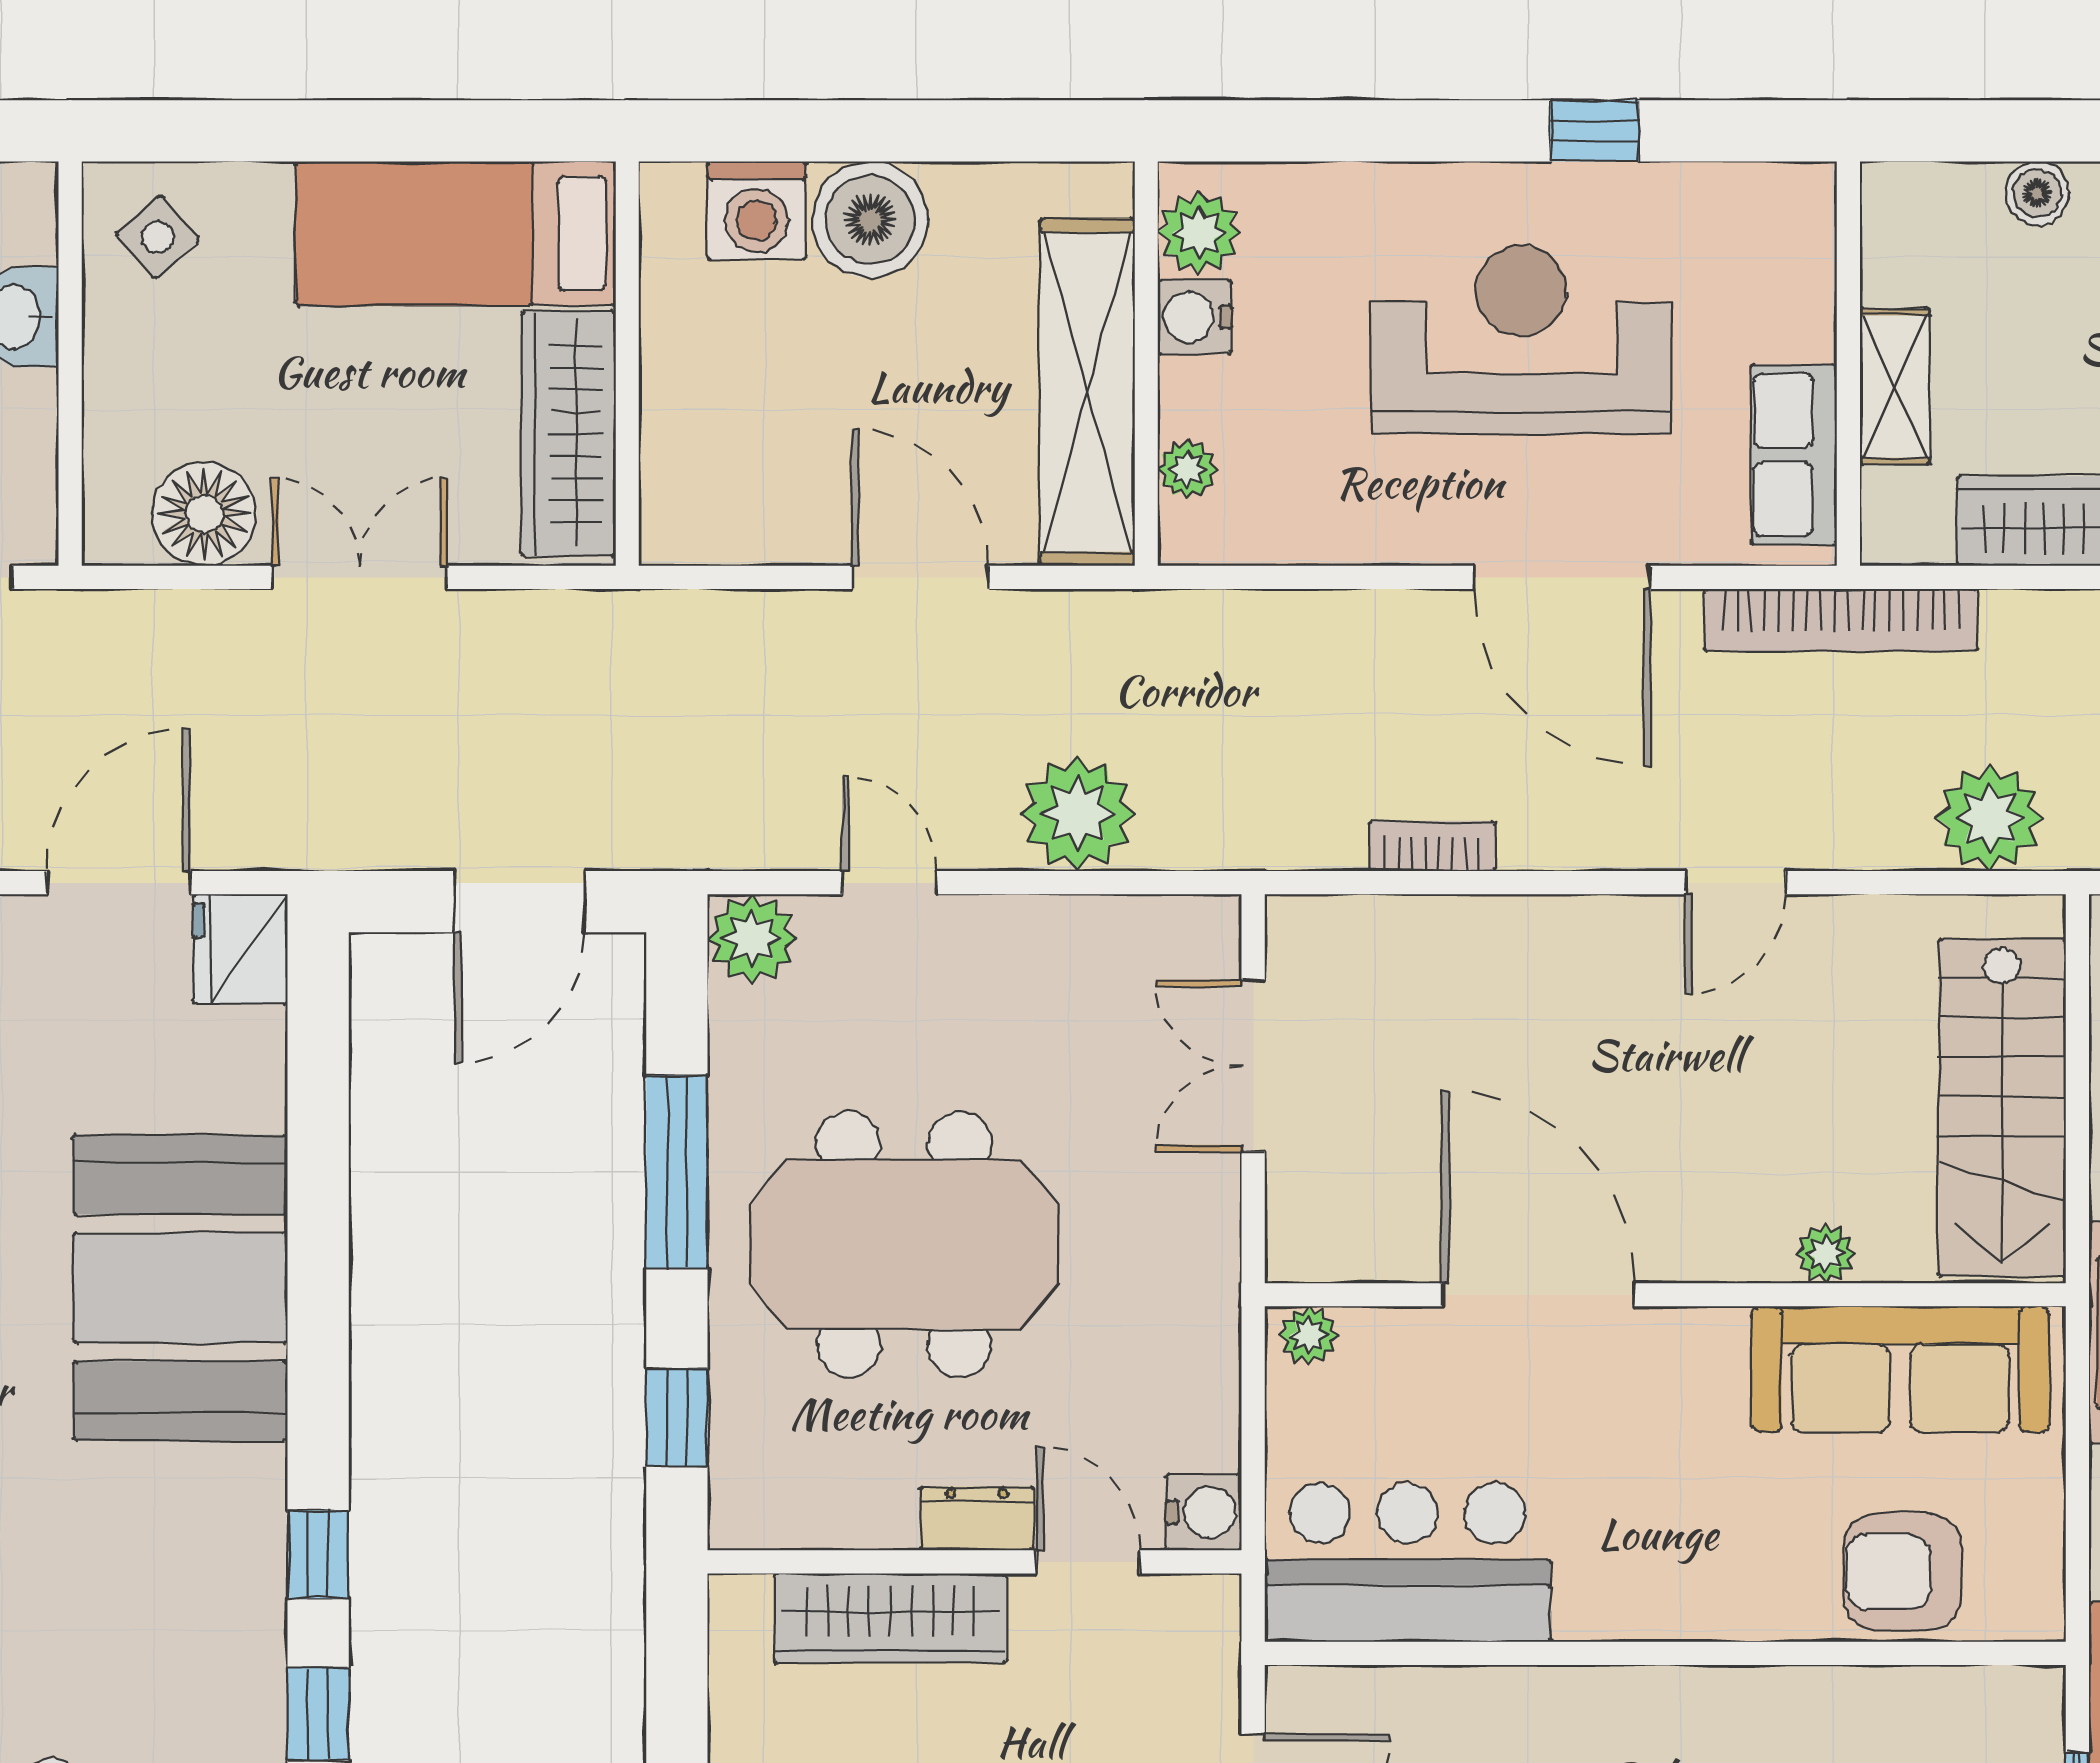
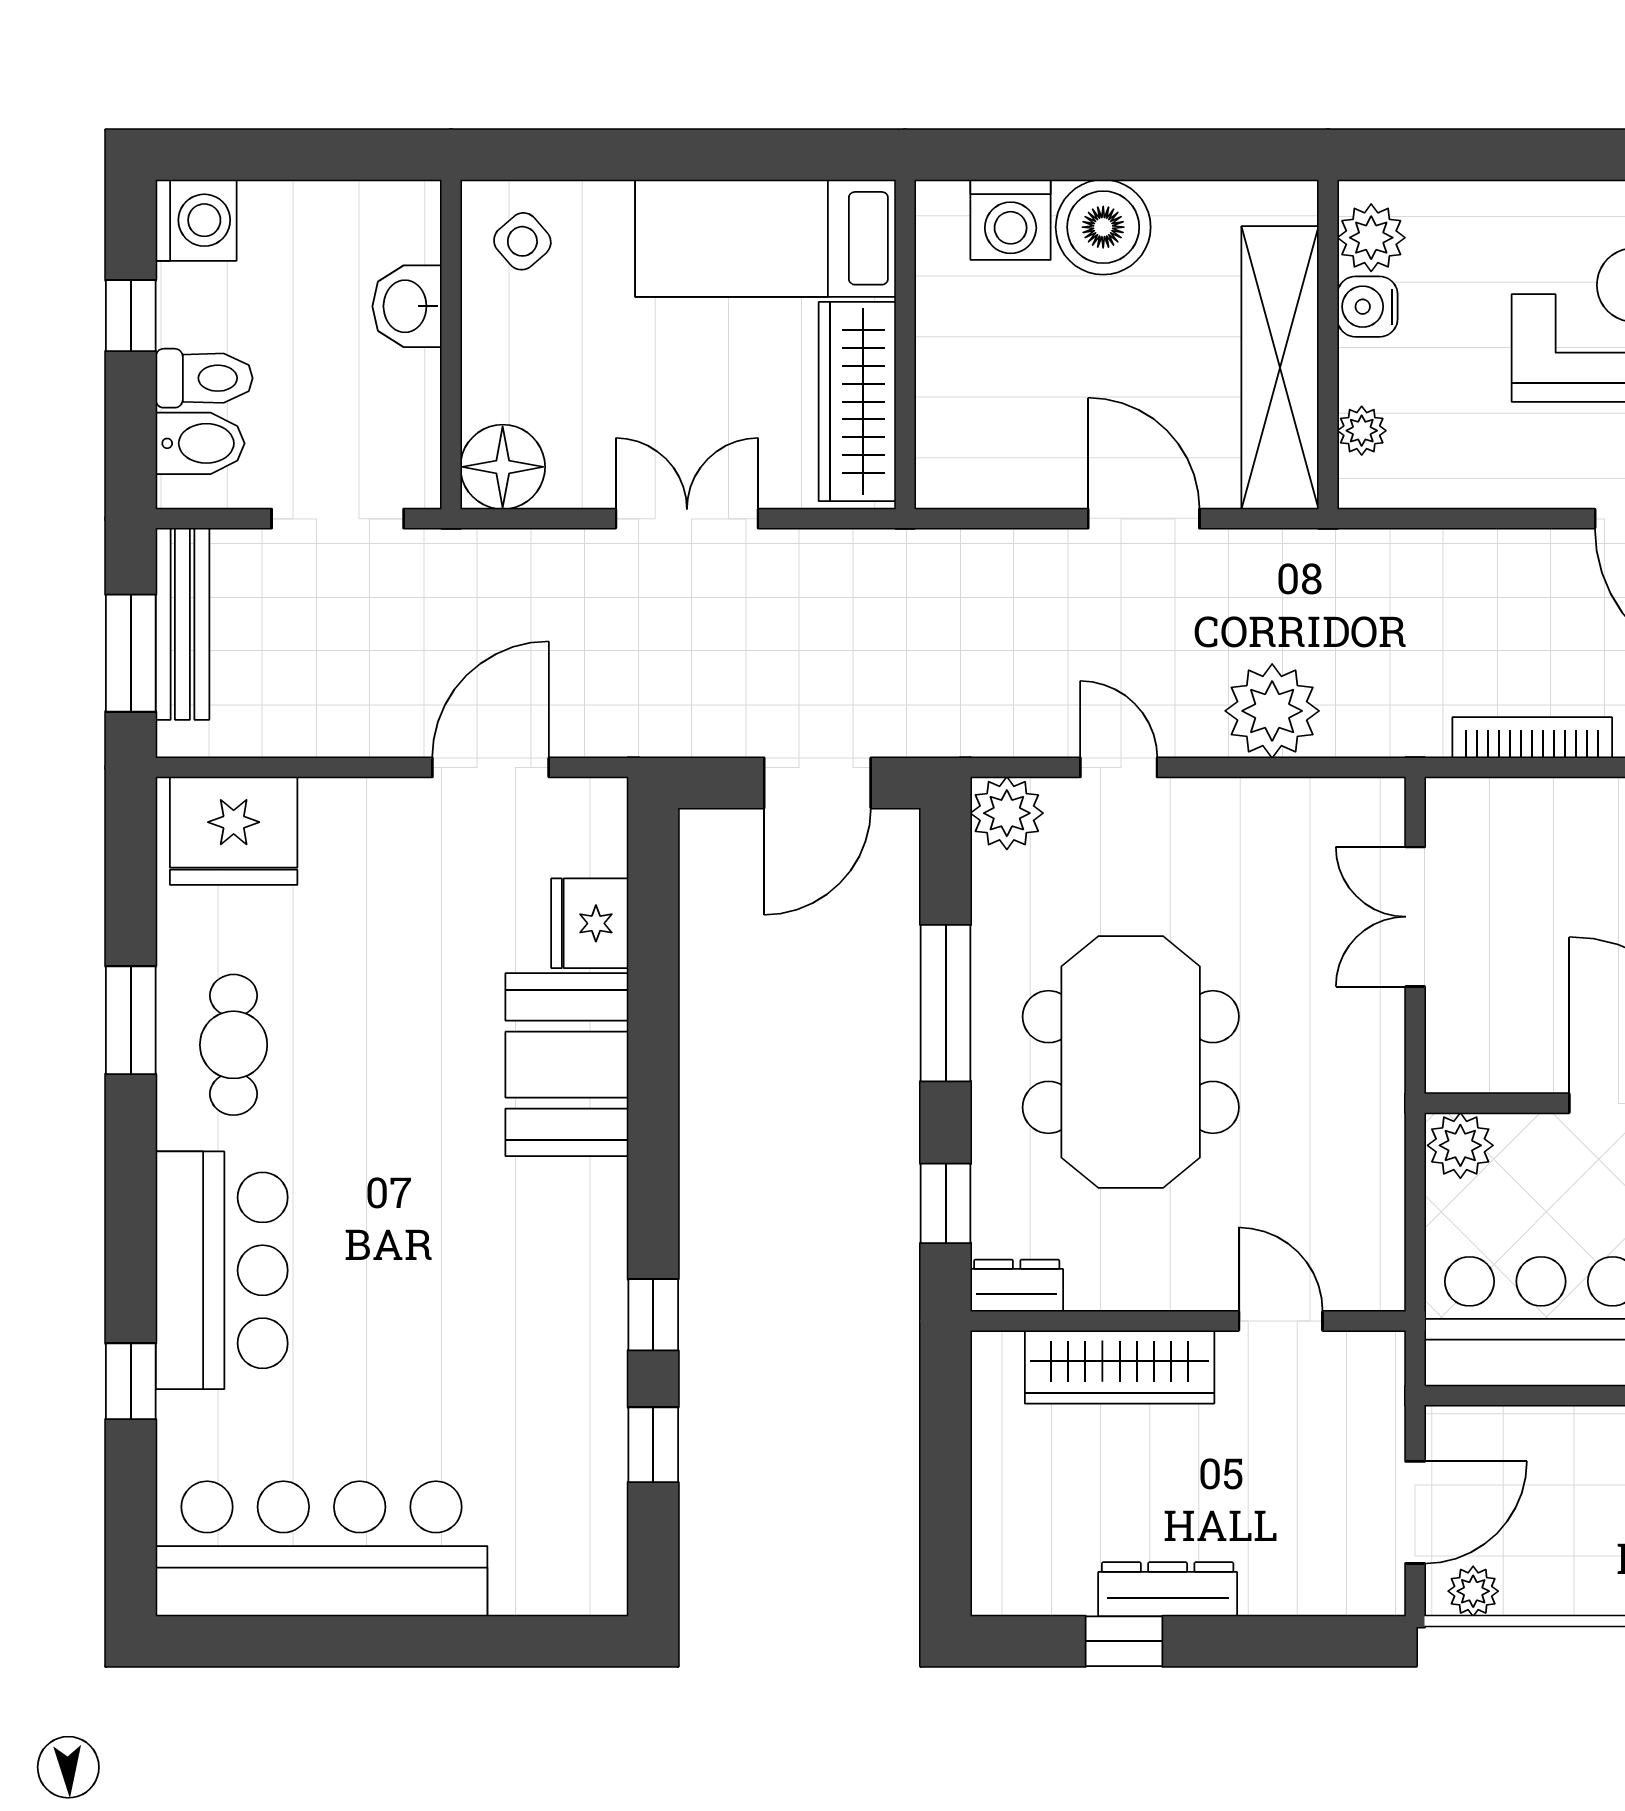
floor lamp: (204, 514) -> (503, 467), moved
bookcase: (1432, 846) -> (1532, 738), width x1.56
fridge: (240, 949) -> (590, 923), moved
meeting table: (904, 1244) -> (1131, 1062), turned 90
booth: (180, 1288) -> (567, 1065), width x0.73, depth x0.70
plant: (1308, 1335) -> (1460, 1145), width x1.38, depth x1.38
water cooler: (1204, 1512) -> (1375, 1281), removed
dresser: (977, 1518) -> (1017, 1286), moved

